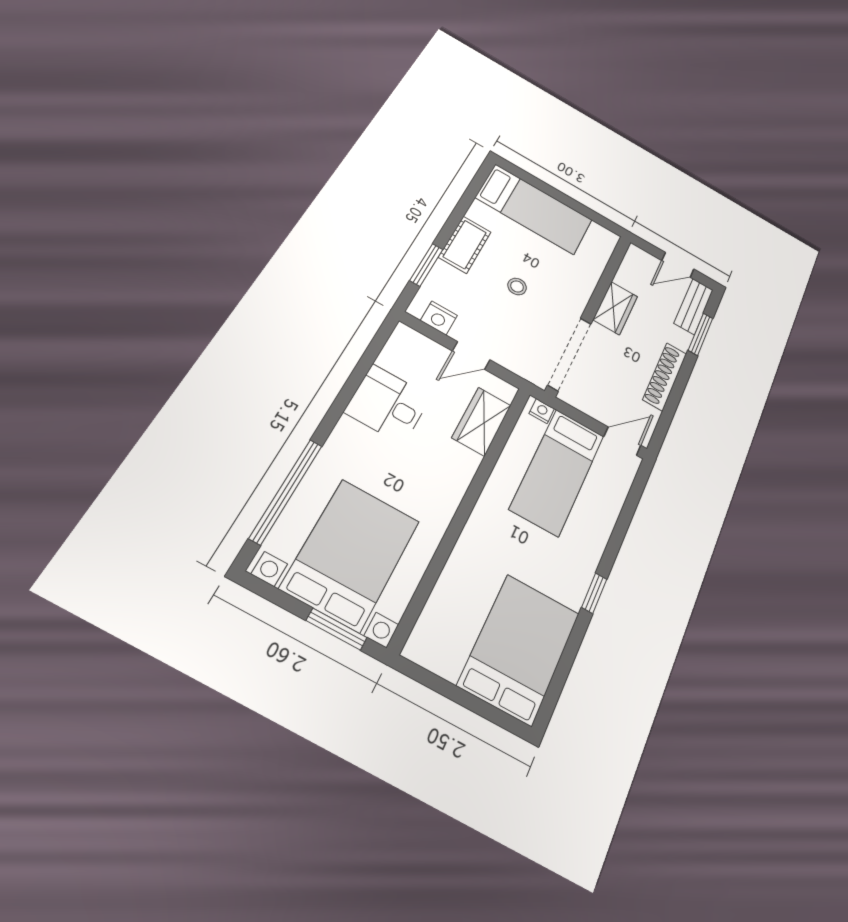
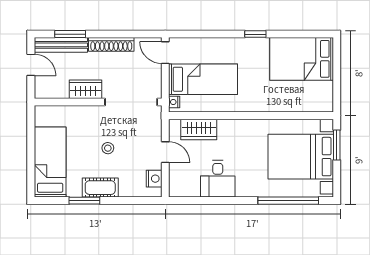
window: (426, 265) -> (84, 201), moved
bench: (694, 306) -> (61, 45), width x1.36

